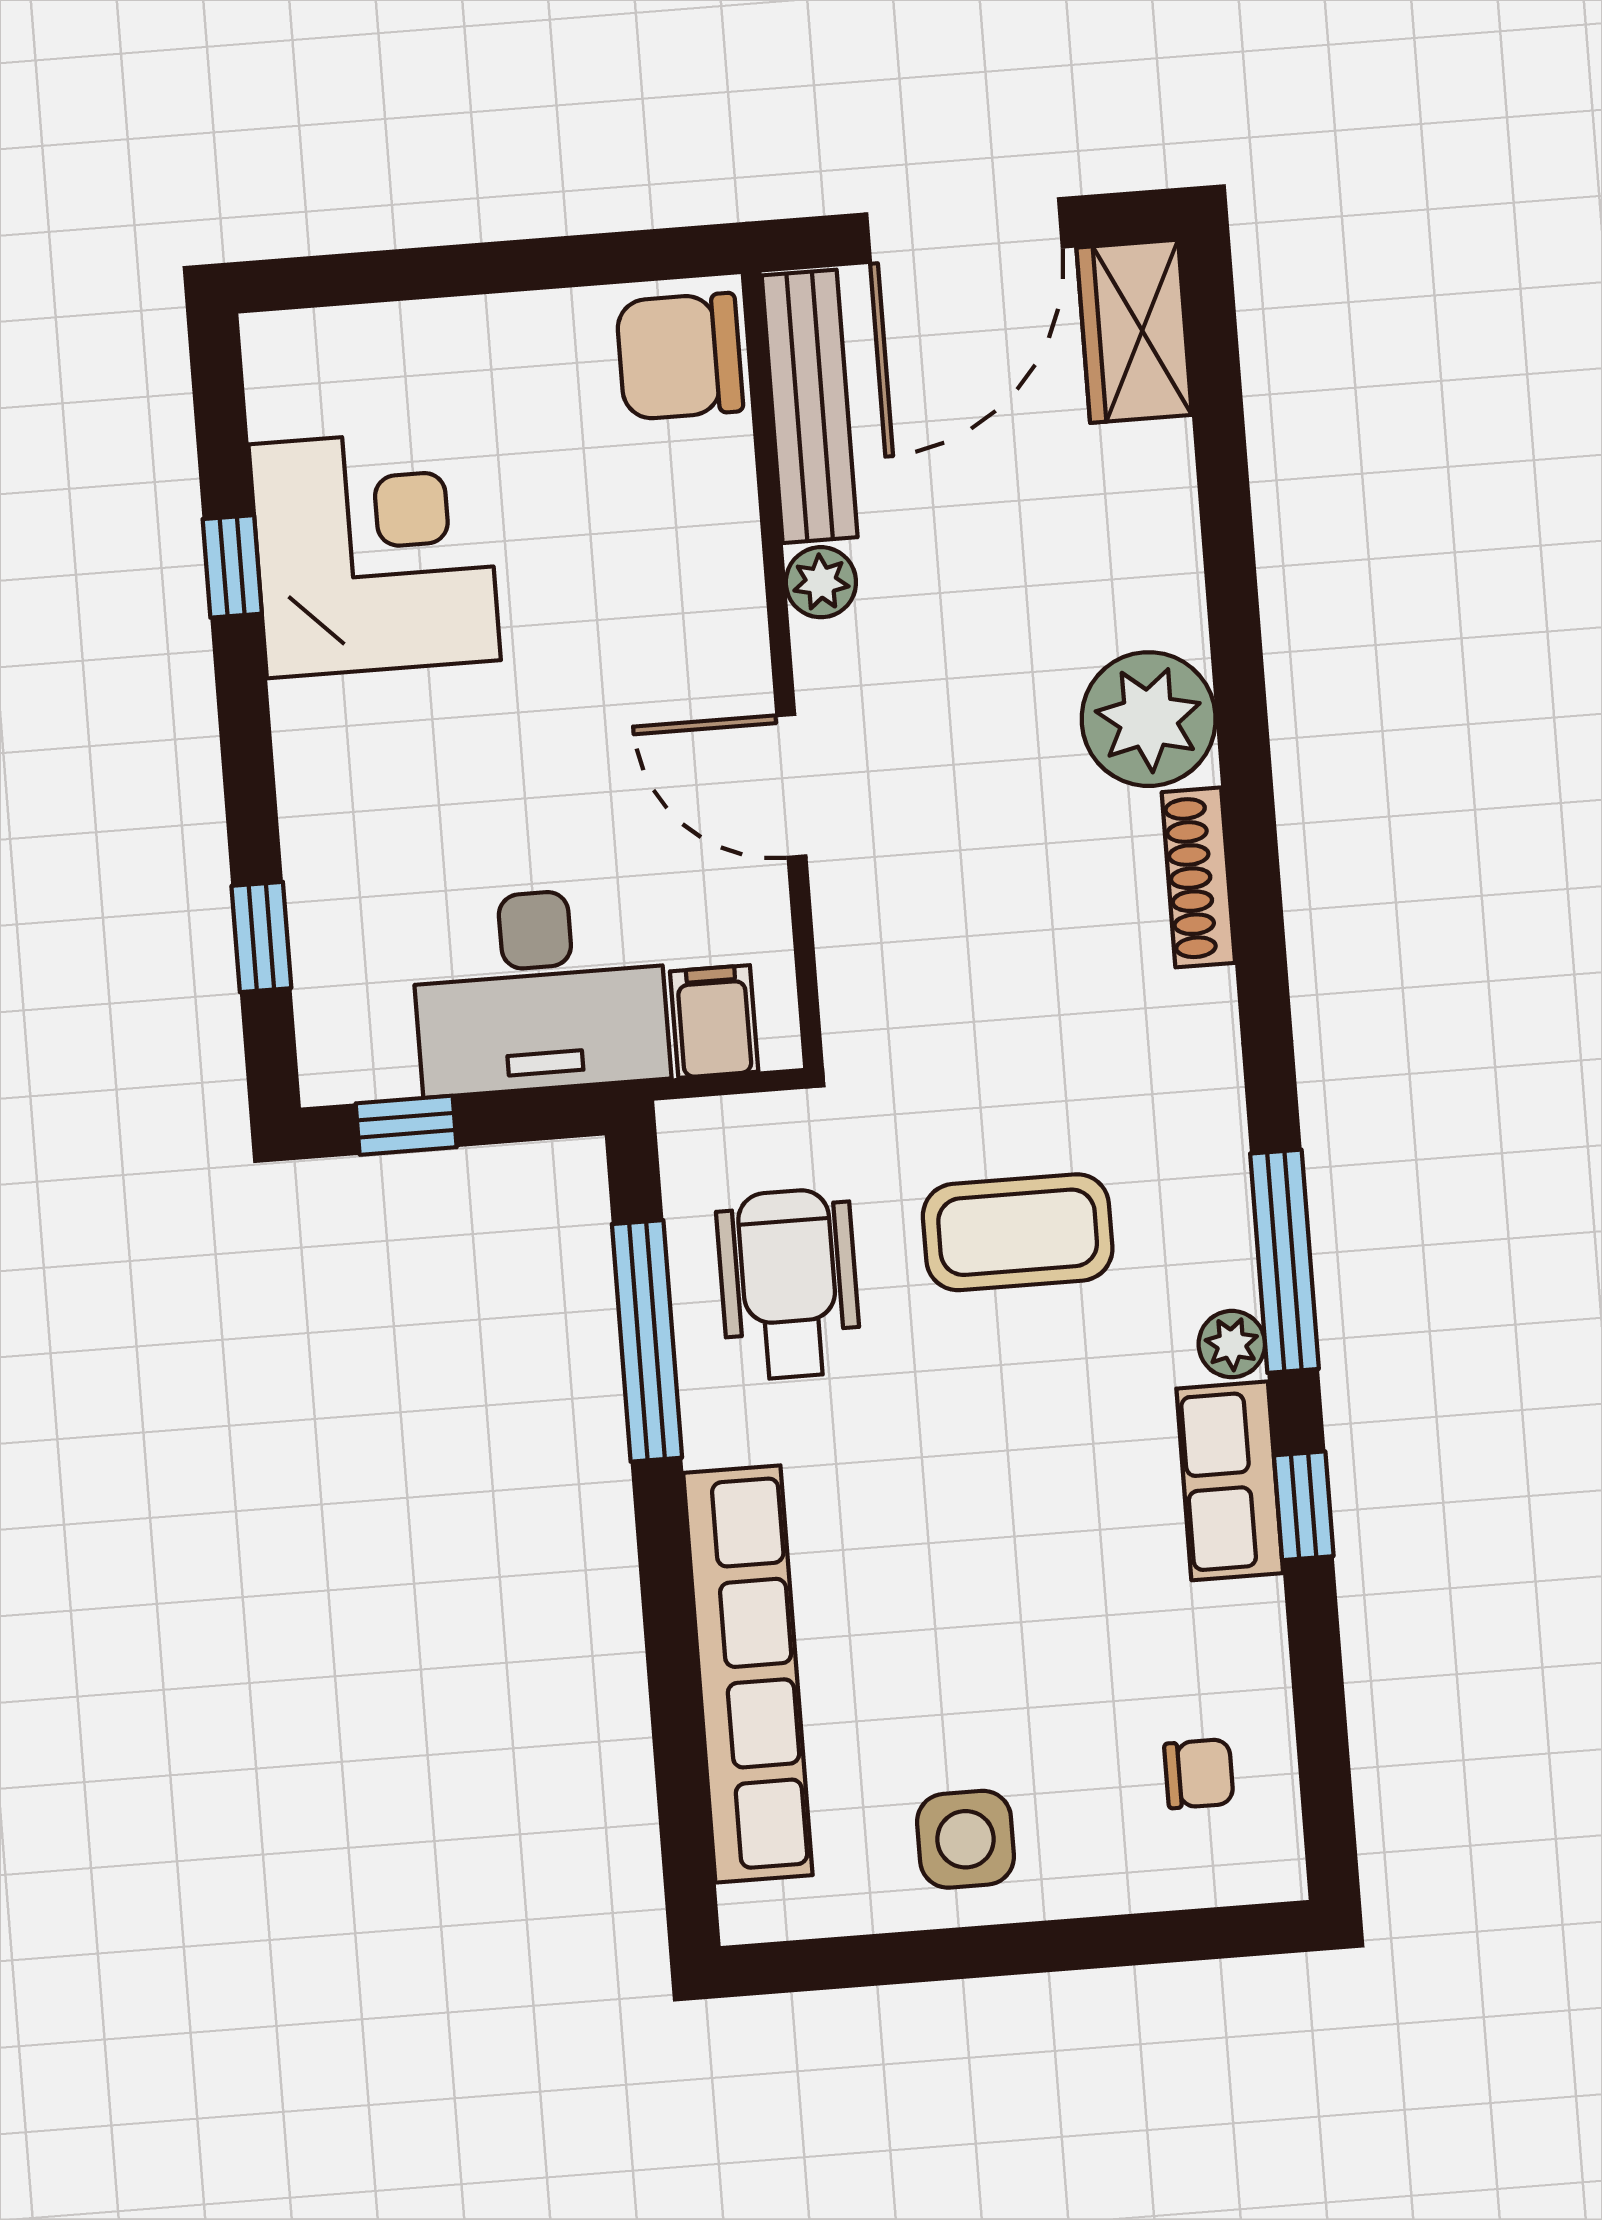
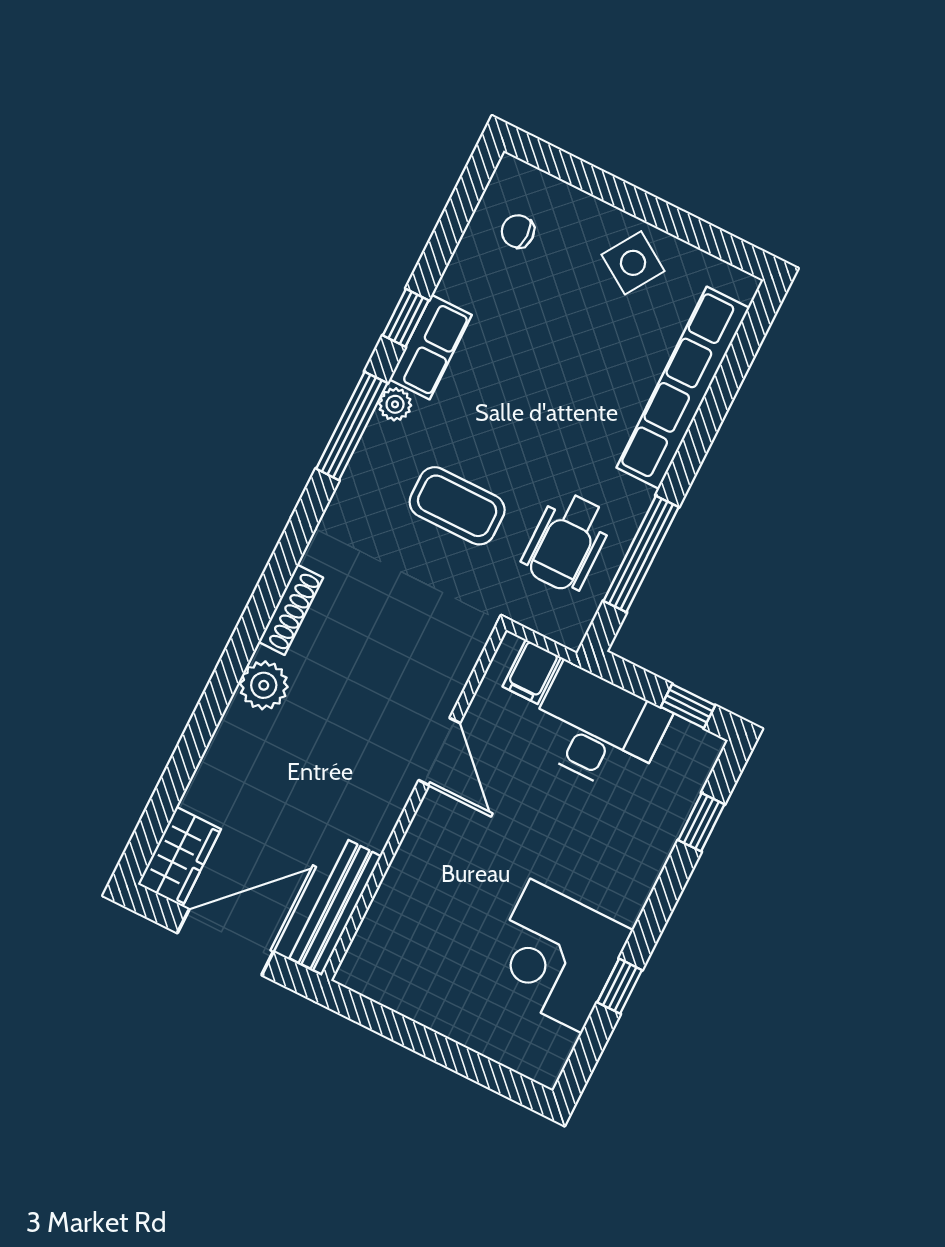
chair: (680, 356) -> (378, 961), removed
plant: (821, 582) -> (375, 830), removed
plant: (1149, 719) -> (264, 685), width x0.73, depth x0.73
side table: (966, 1839) -> (633, 263), turned 33

